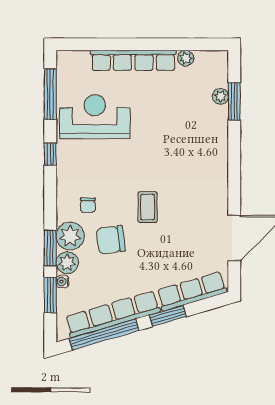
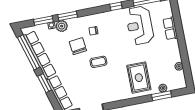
row of seats: (133, 60) -> (170, 28), width x0.50
reception desk: (95, 117) -> (140, 25), turned 180
rug: (192, 137) -> (139, 78), added
plant: (70, 236) -> (76, 25), removed

